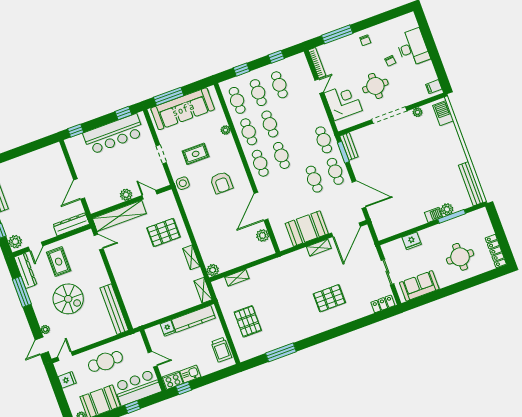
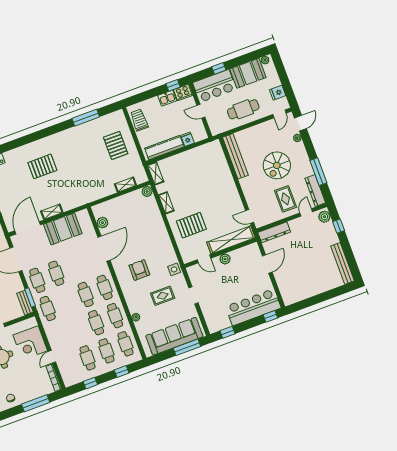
bar counter: (114, 134) -> (253, 307), moved
spiral stairs: (68, 299) -> (277, 165), turned -90

